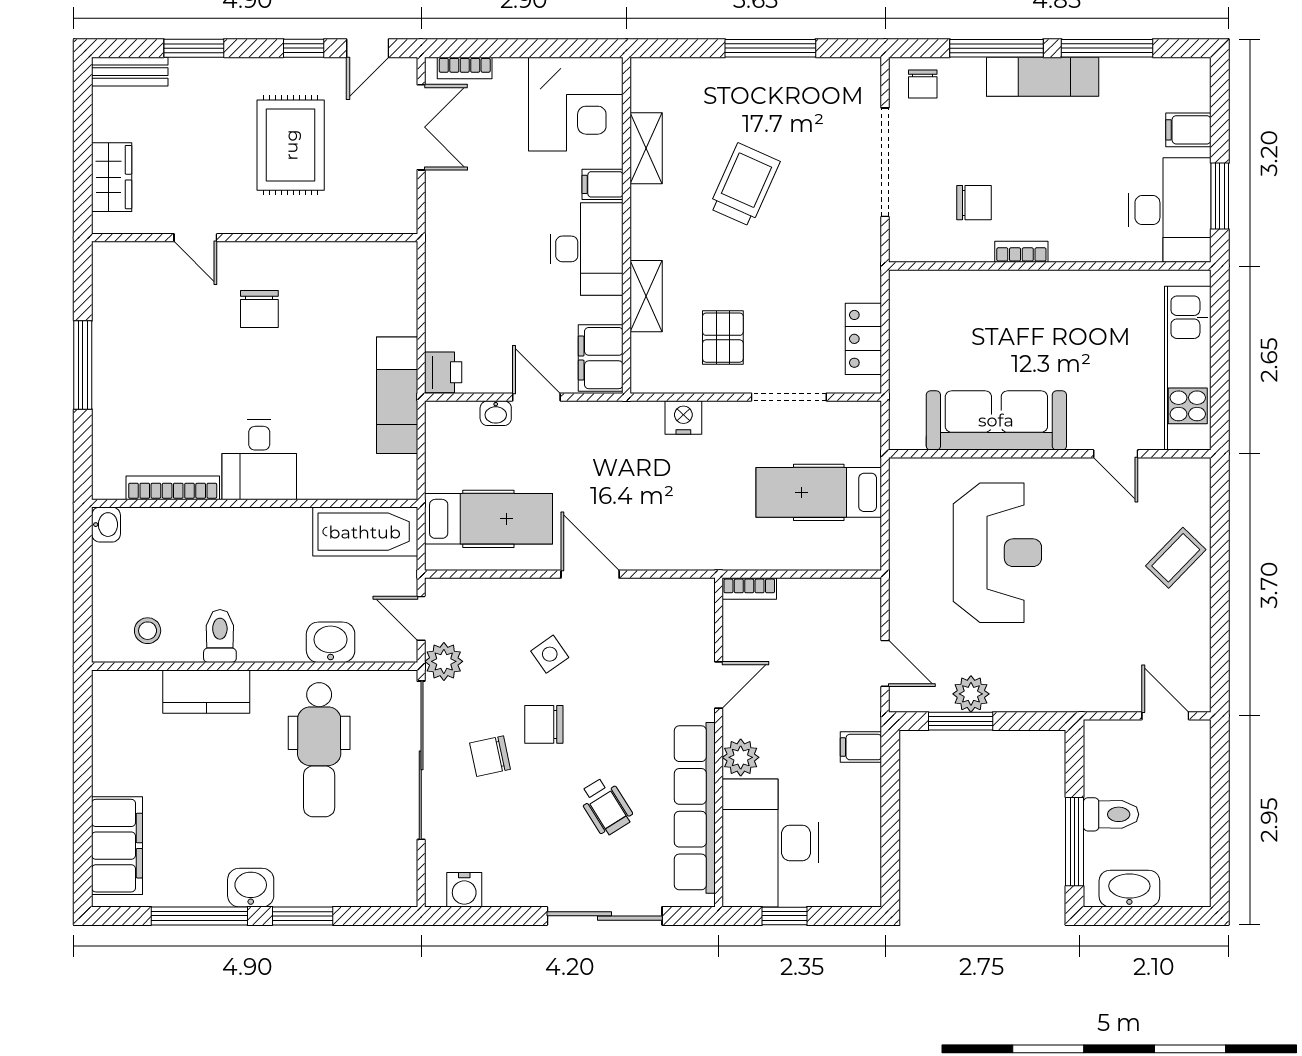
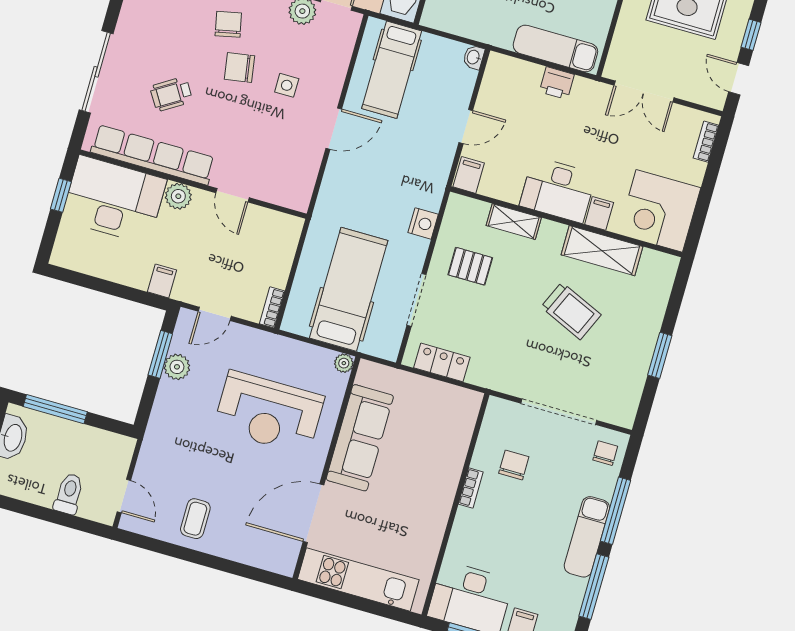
window: (770, 48) -> (660, 355), width x0.69
chair: (923, 84) -> (605, 453), turned 90
double door: (421, 127) -> (644, 92), moved
shelving: (646, 148) -> (602, 251), width x1.50, depth x1.33
chair: (974, 203) -> (514, 465), turned 180
filing cabinet: (601, 358) -> (469, 175), width x0.50
printer: (443, 372) -> (557, 83), moved
exam couch: (397, 395) -> (555, 48), moved
washbasin: (496, 413) -> (474, 57), moved
door: (1116, 454) -> (314, 513), width x1.88
plant: (902, 471) -> (344, 363), added
hospital bed: (819, 492) -> (349, 289), width x1.37, depth x1.29
coffee table: (1176, 558) -> (195, 519), moved, turned 46
bookcase: (749, 589) -> (272, 307), moved
side table: (550, 654) -> (287, 85), turned 35
door: (1165, 716) -> (124, 496), hinge flipped
chair: (544, 724) -> (240, 67), turned -99
toilet: (1111, 814) -> (69, 494), moved, turned 180

